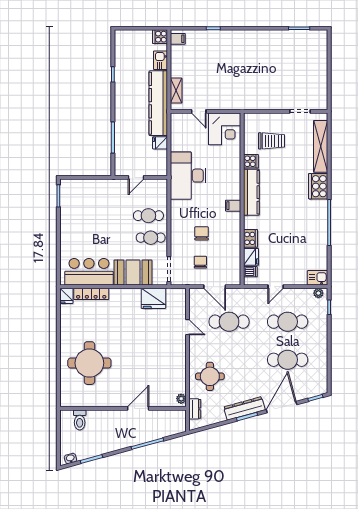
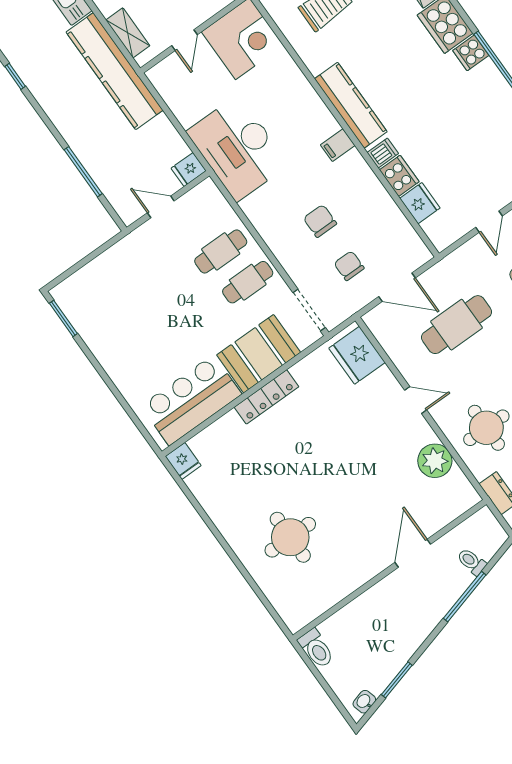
door: (199, 111) -> (184, 40), hinge flipped
fridge: (160, 143) -> (189, 170), moved
cooker: (251, 161) -> (471, 53), moved, turned 180
door: (136, 177) -> (161, 207), swing flipped
dishwasher: (250, 272) -> (383, 153), moved
locker: (91, 294) -> (266, 397), moved
fridge: (153, 298) -> (357, 355), moved, turned 90
door: (188, 327) -> (416, 400), moved
round table: (89, 363) -> (290, 537), width x0.73, depth x0.73
plant: (181, 399) -> (435, 461), moved, width x1.87, depth x1.87
toilet: (80, 420) -> (316, 649), moved
toilet: (161, 431) -> (472, 562), added

